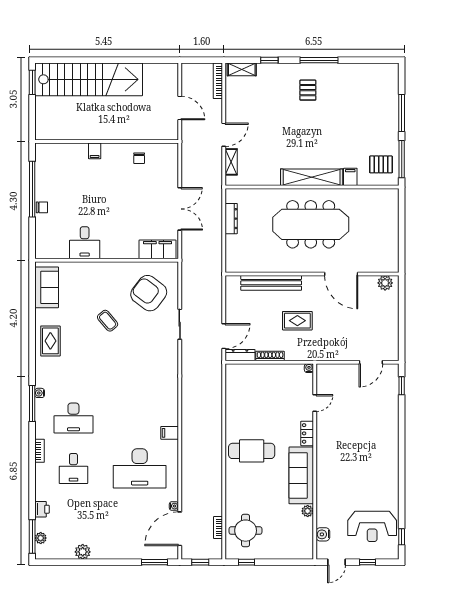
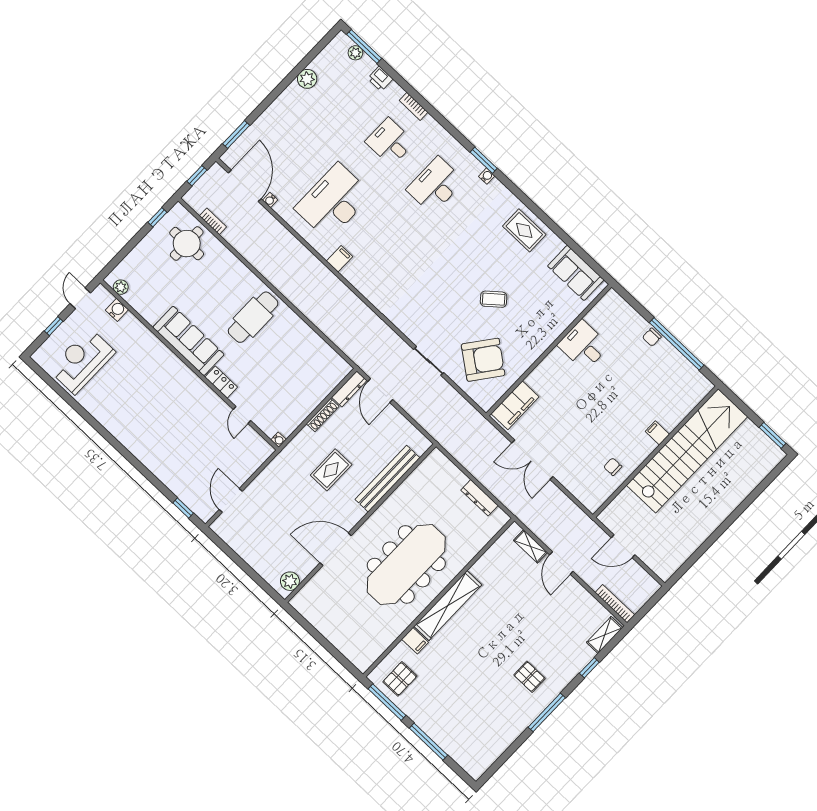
stairs: (89, 79) -> (687, 451), moved, turned 180
window: (32, 404) -> (484, 160), width x0.69
bookcase: (40, 451) -> (414, 106), moved
plant: (308, 511) -> (121, 287), moved
window: (402, 537) -> (47, 379), removed

